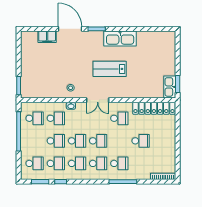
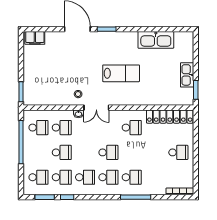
filing cabinet: (47, 37) -> (35, 38), moved
kitchen sink: (120, 39) -> (156, 40), moved
lab bench: (110, 69) -> (121, 73), turned 180
kitchen sink: (170, 87) -> (187, 75), moved
double door: (98, 100) -> (96, 108), moved
school desk: (77, 141) -> (85, 152), removed
school desk: (141, 141) -> (178, 152), moved

